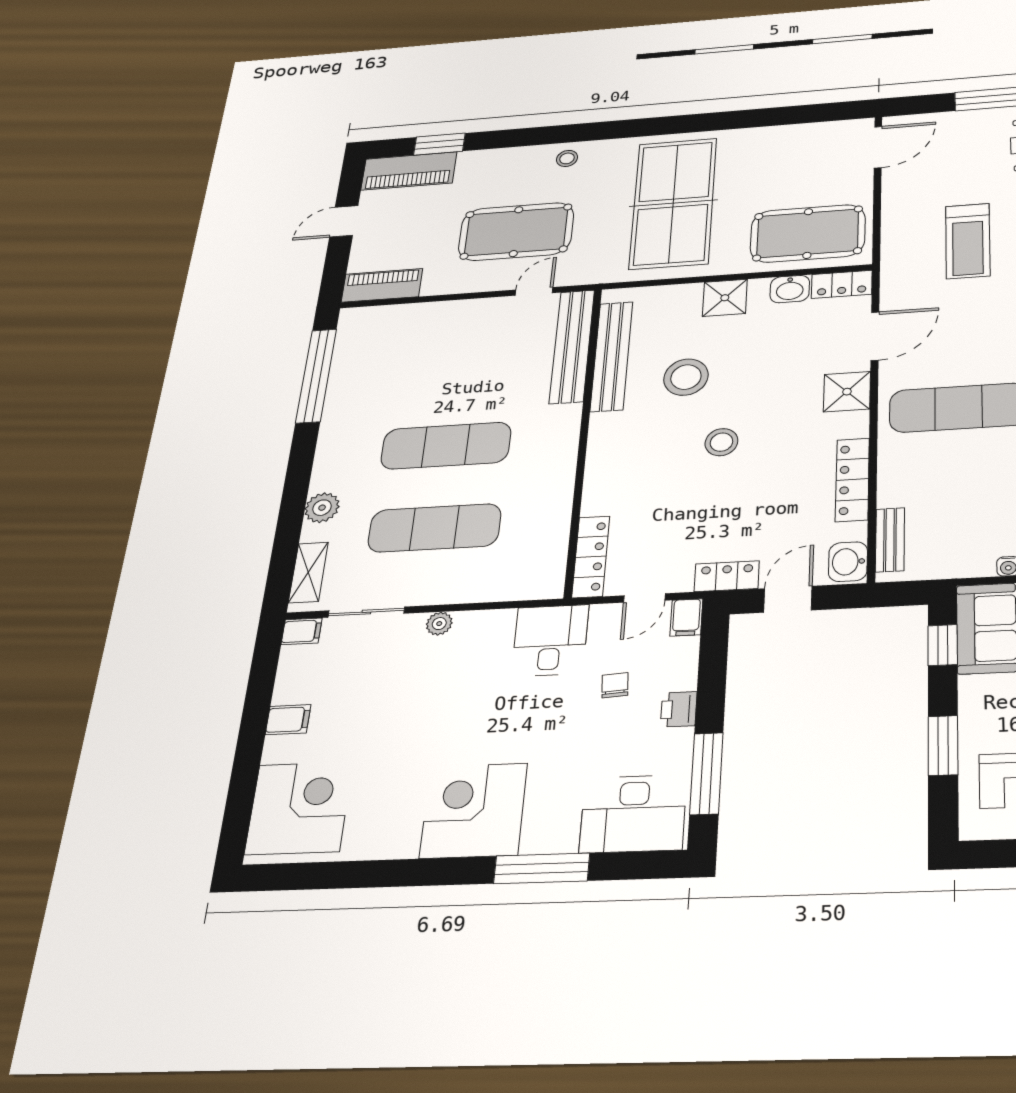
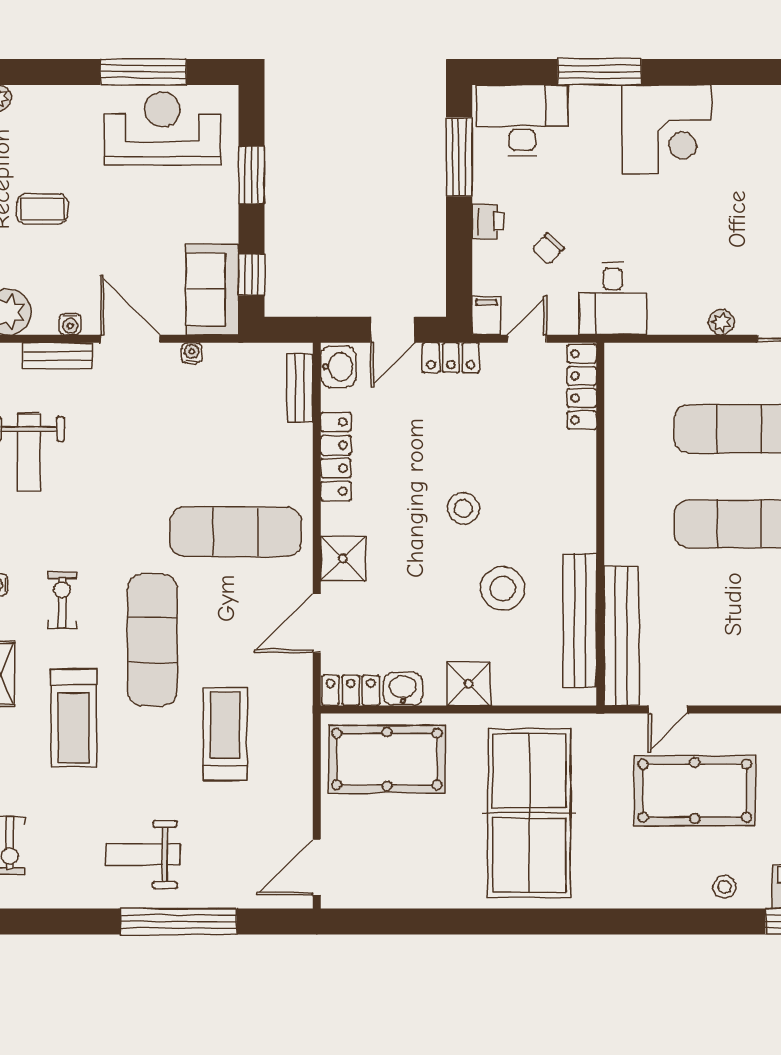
stool: (567, 158) -> (725, 887), moved
chair: (615, 685) -> (548, 249), turned 46

